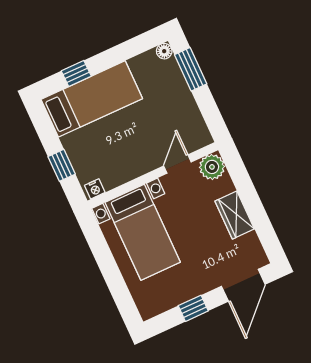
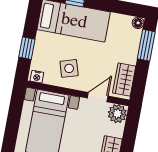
wardrobe: (193, 124) -> (124, 80), added
side table: (124, 155) -> (69, 68), added

